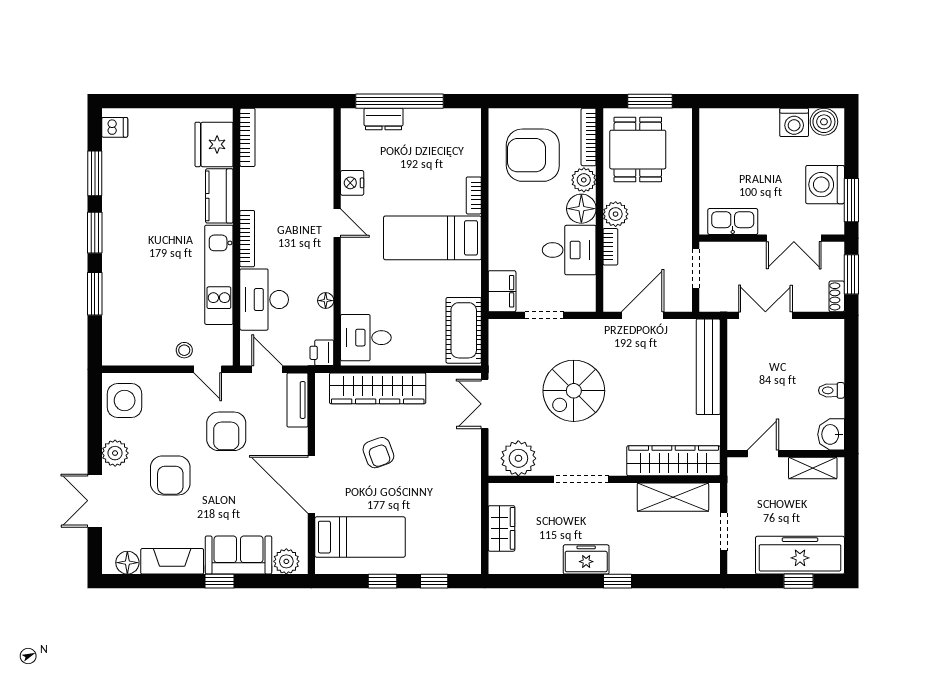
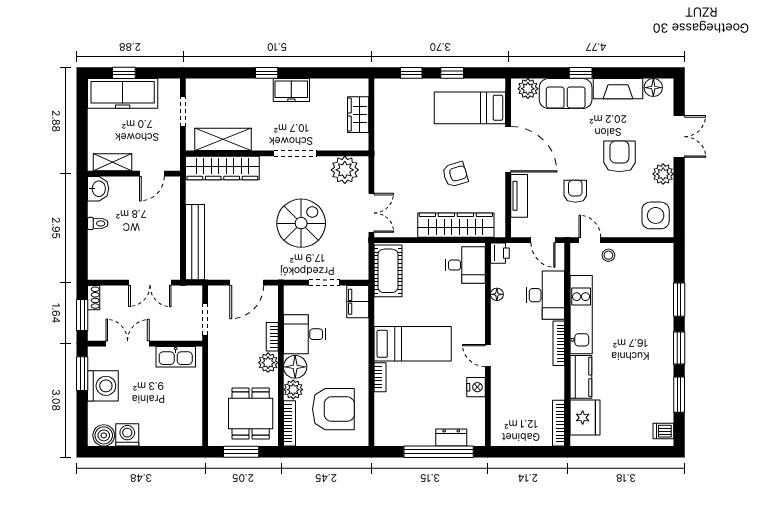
tv unit: (298, 400) -> (519, 196), moved
armchair: (226, 431) -> (575, 191), width x0.72, depth x0.72
armchair: (378, 453) -> (455, 174), turned 93

